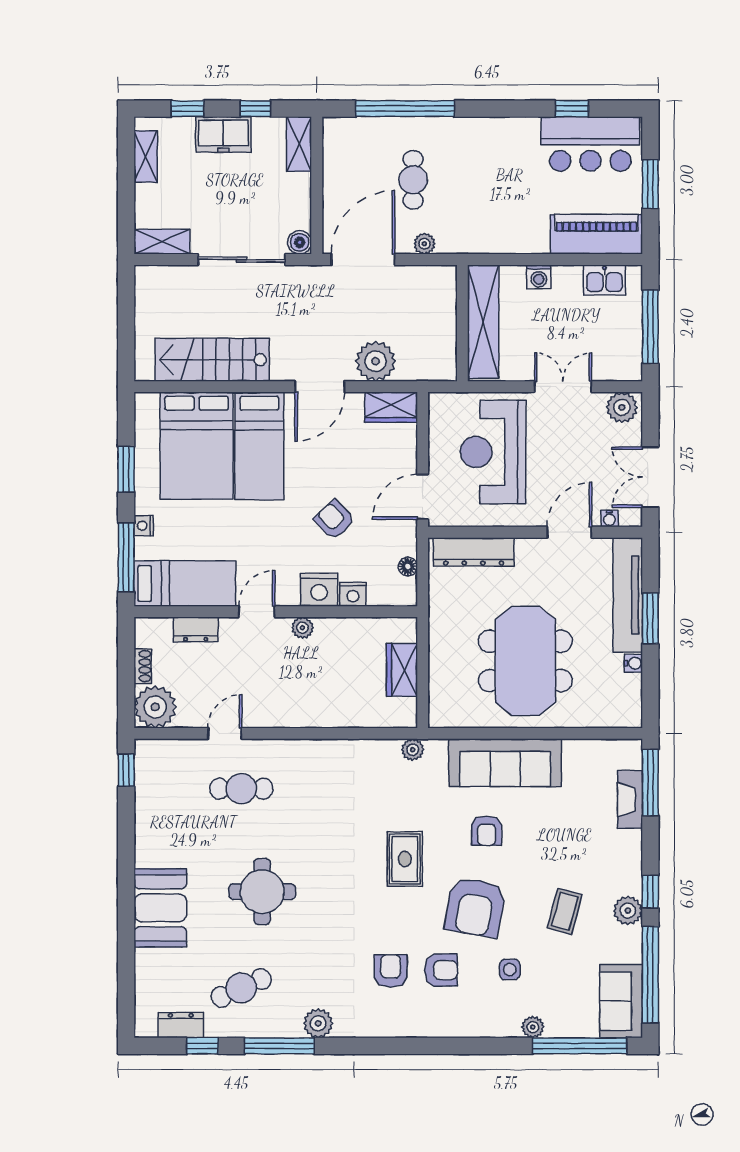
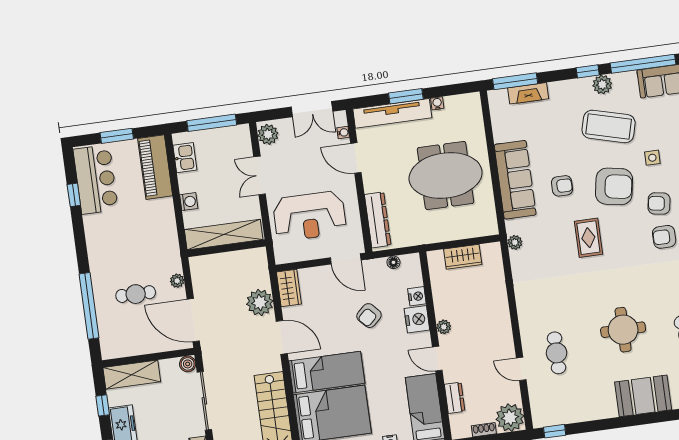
shelving: (299, 144) -> (132, 375), width x1.50, depth x1.33
rug: (405, 859) -> (588, 238), turned 90
coffee table: (565, 911) -> (609, 126), width x1.86, depth x1.72
armchair: (441, 970) -> (659, 203), turned -81

